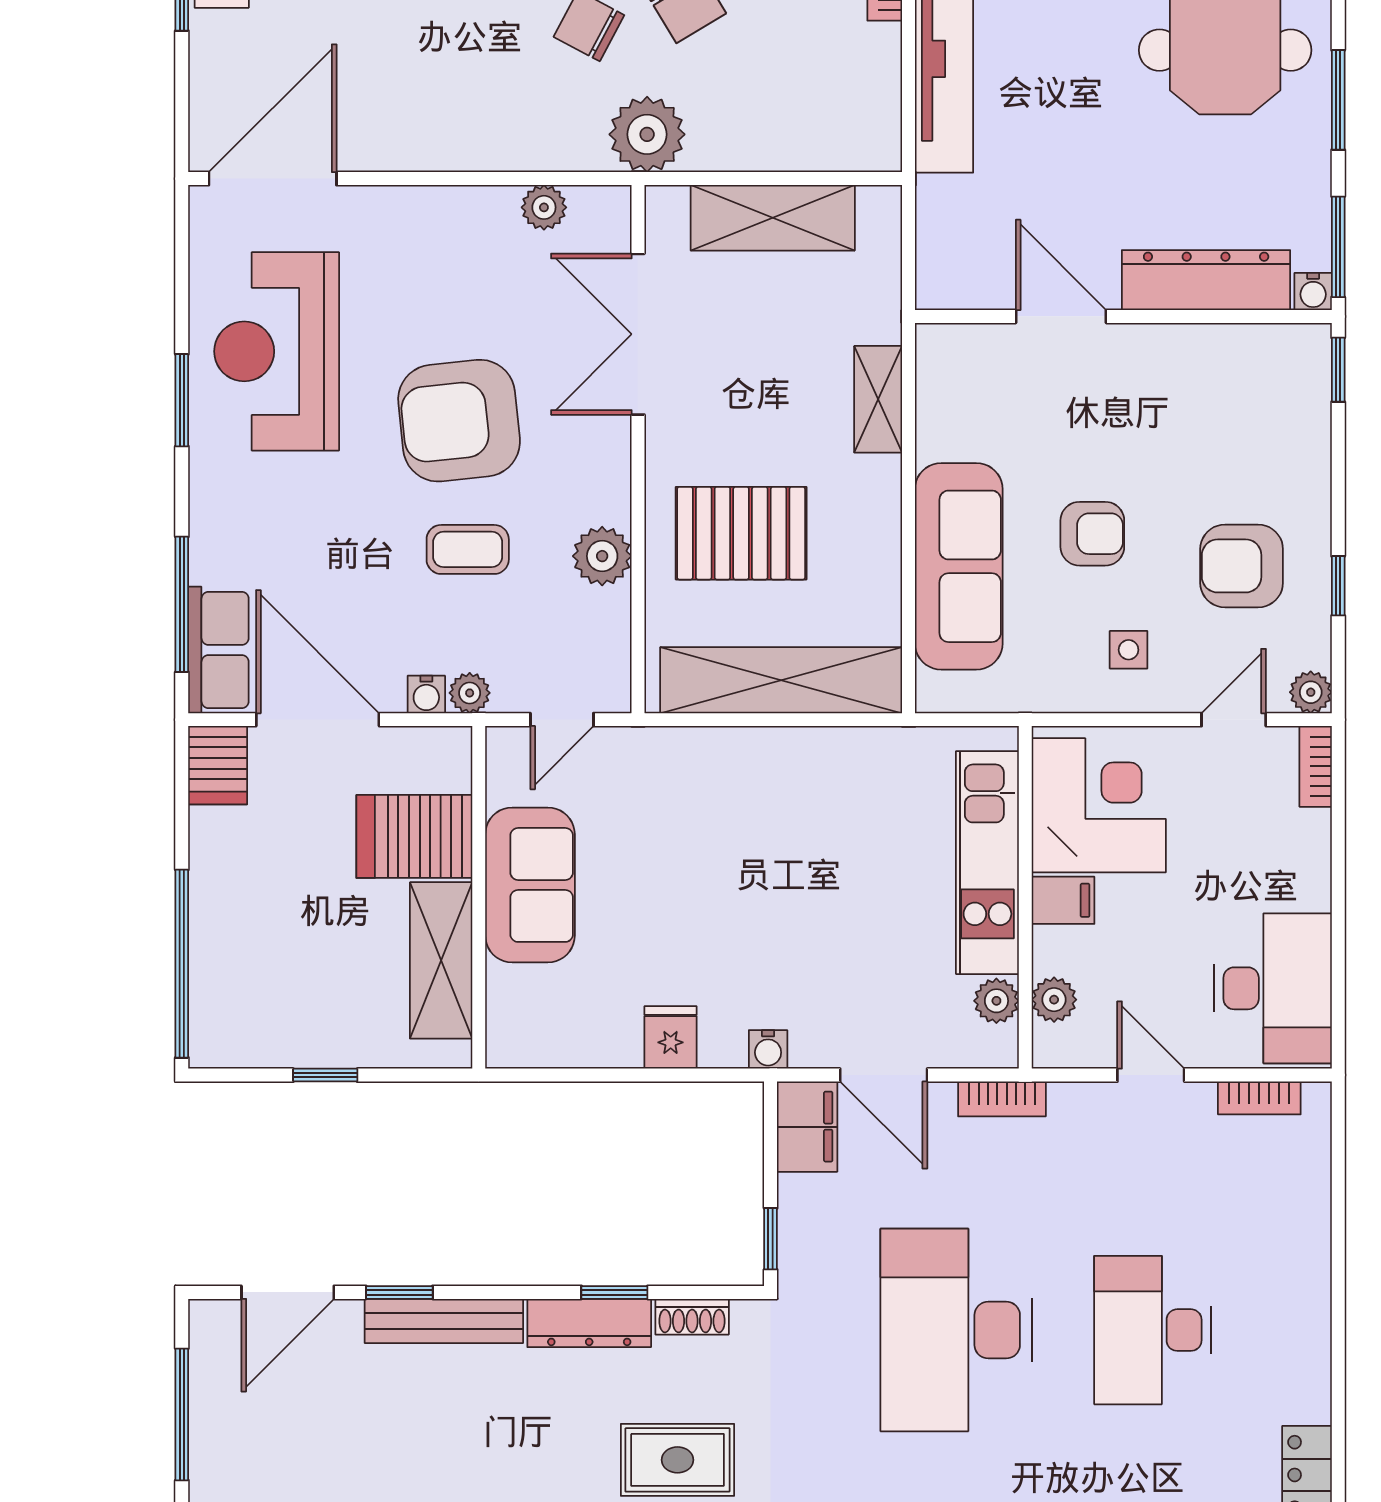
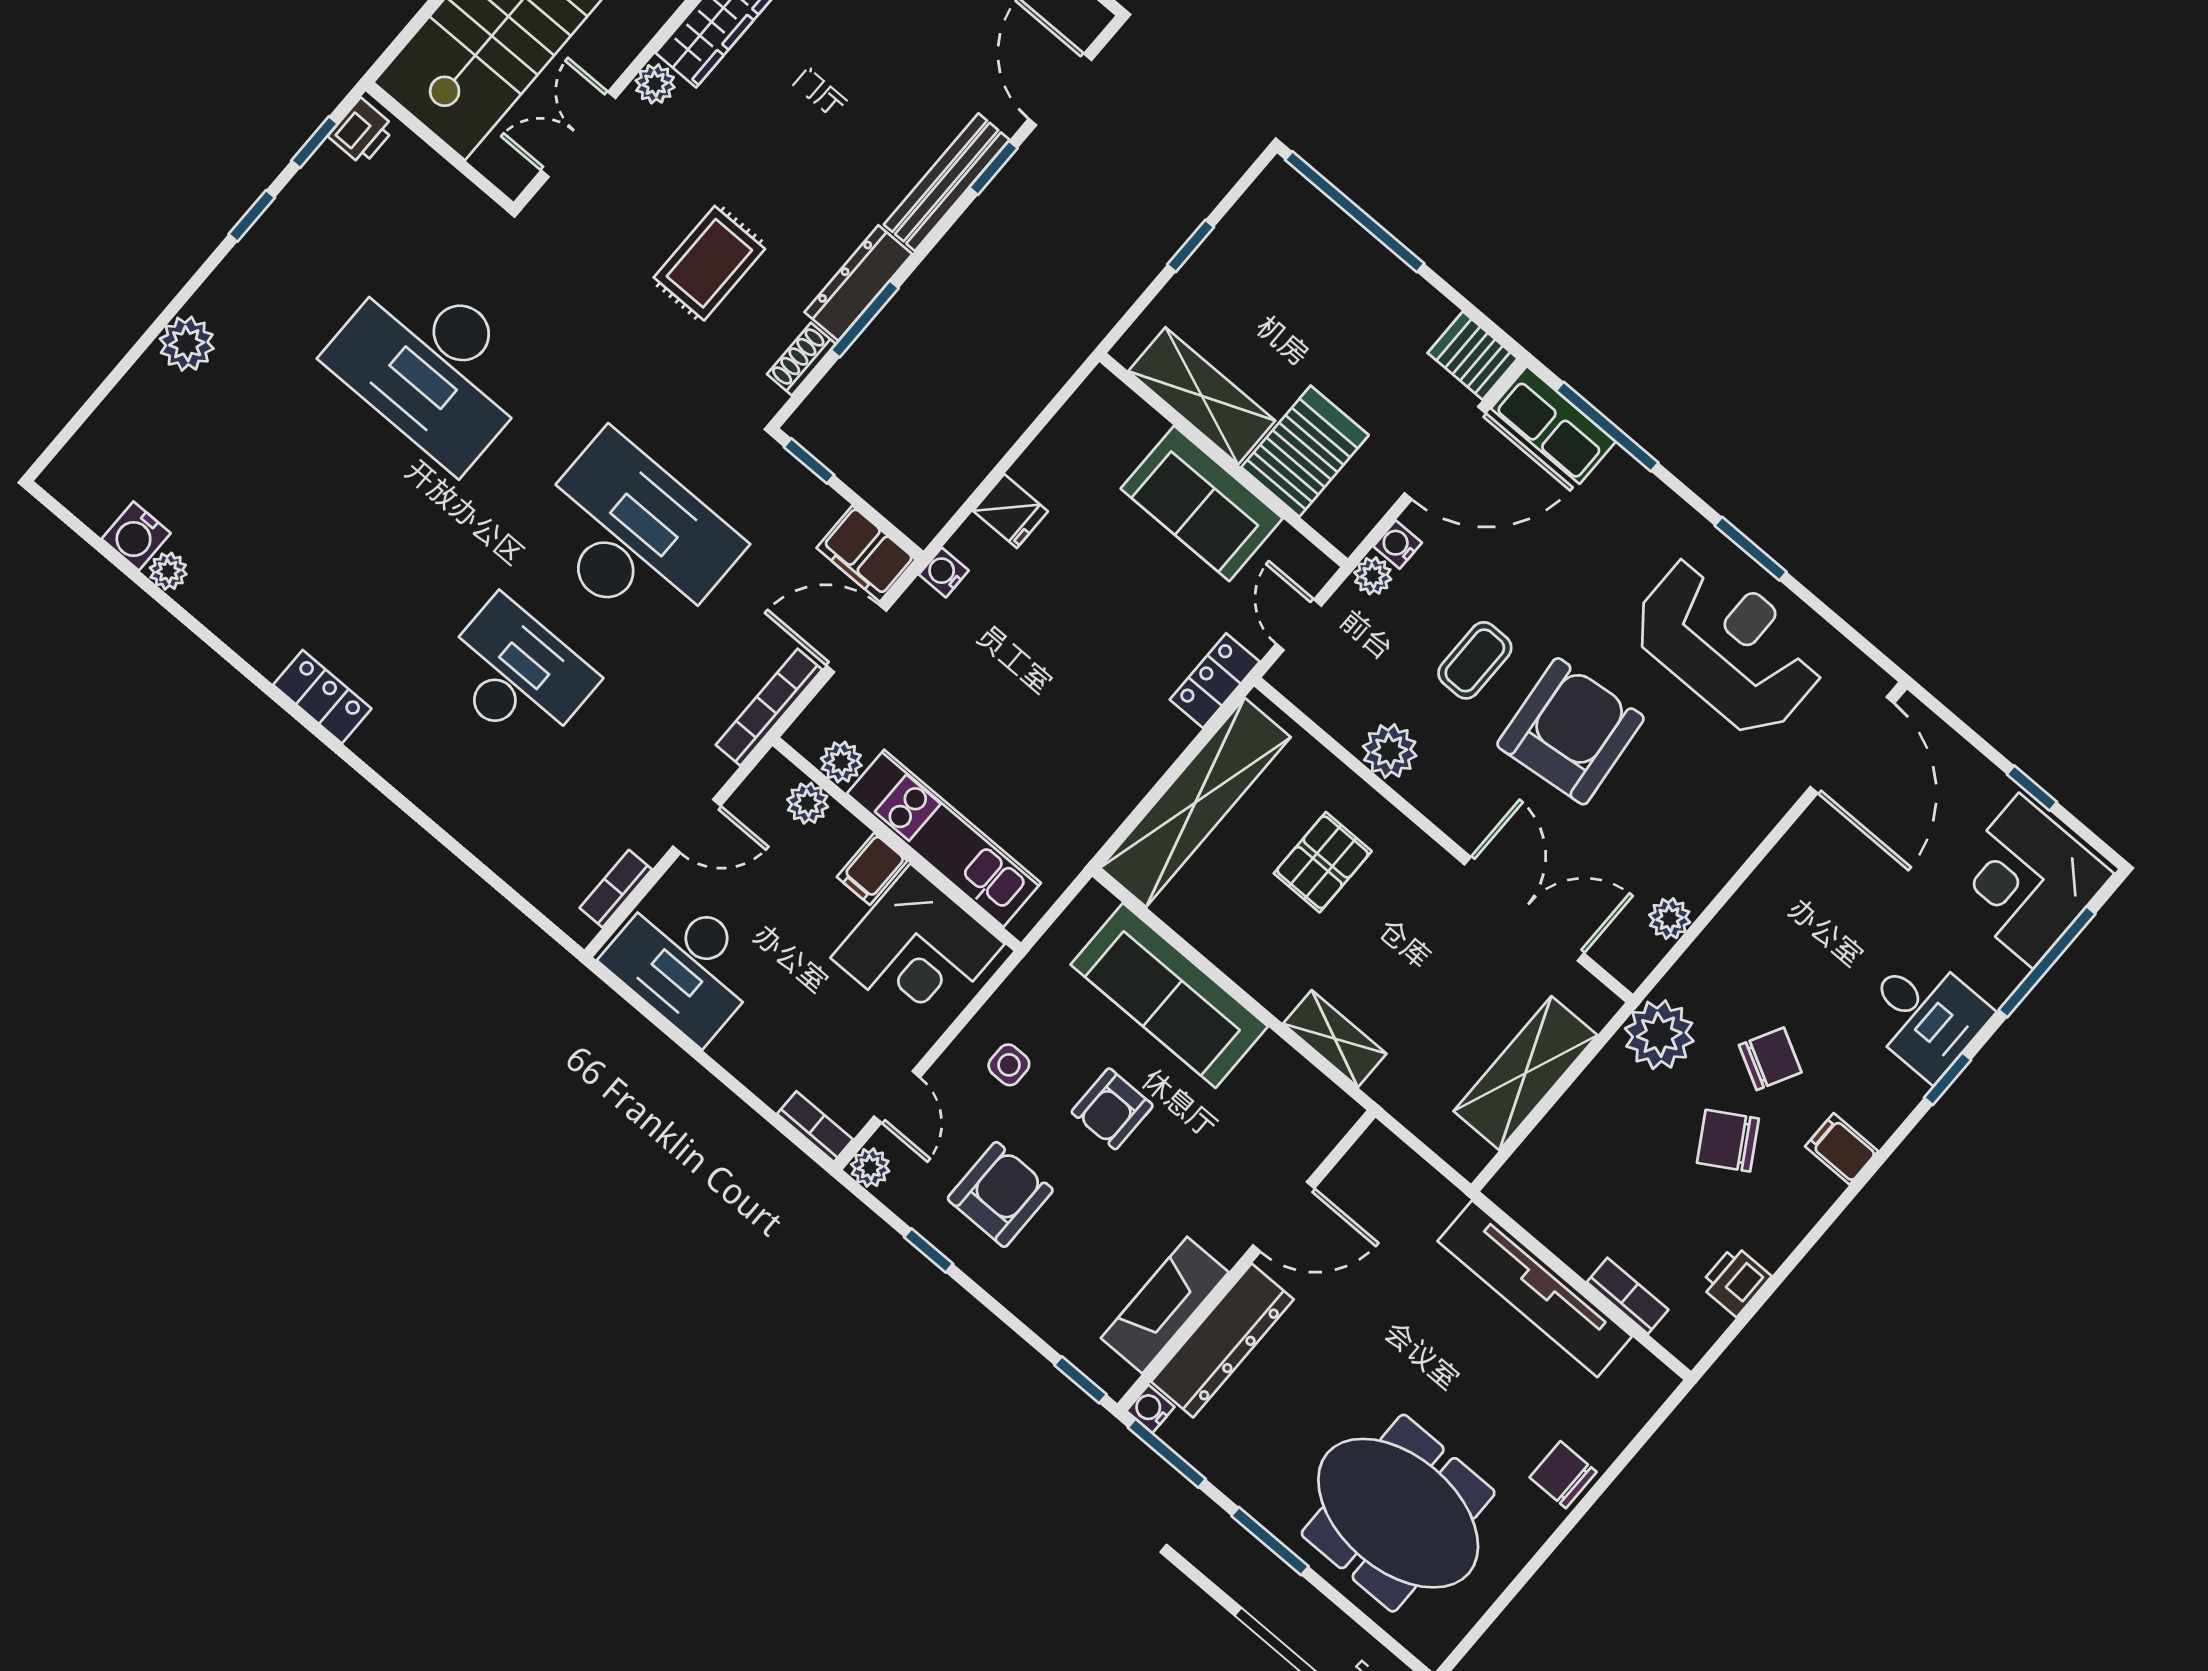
fireplace: (1217, 353) -> (1165, 1305), added
pallet: (741, 533) -> (1323, 862), width x0.67, depth x0.71
locker: (667, 750) -> (1215, 681), added
bookcase: (1002, 1099) -> (769, 707), width x1.56
window: (614, 1292) -> (865, 319), width x1.50

